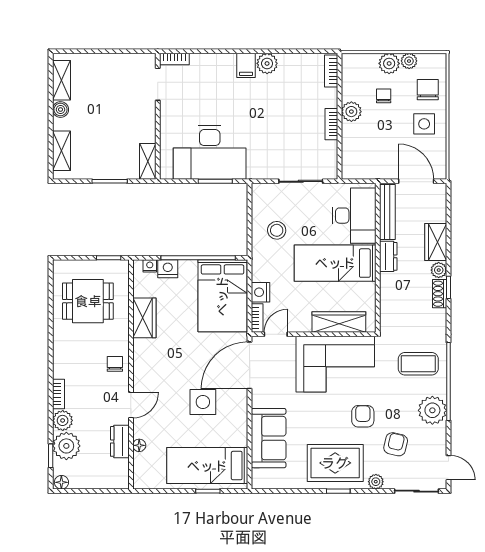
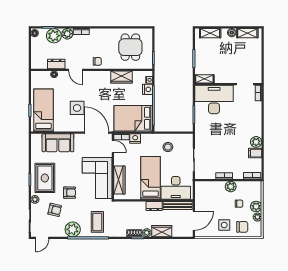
filing cabinet: (246, 65) -> (255, 153), moved
desk: (210, 152) -> (214, 99), moved, turned 90

